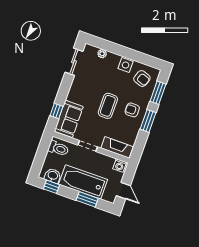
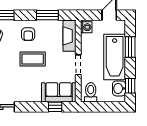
window: (148, 121) -> (47, 15), moved

